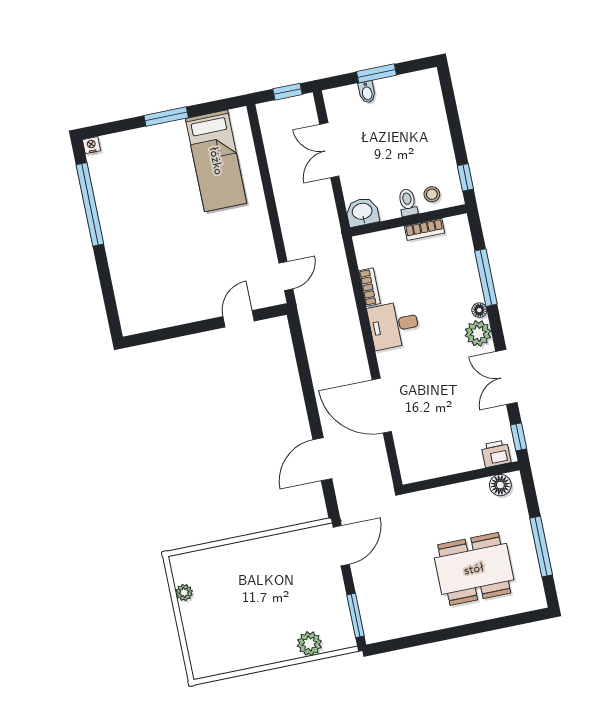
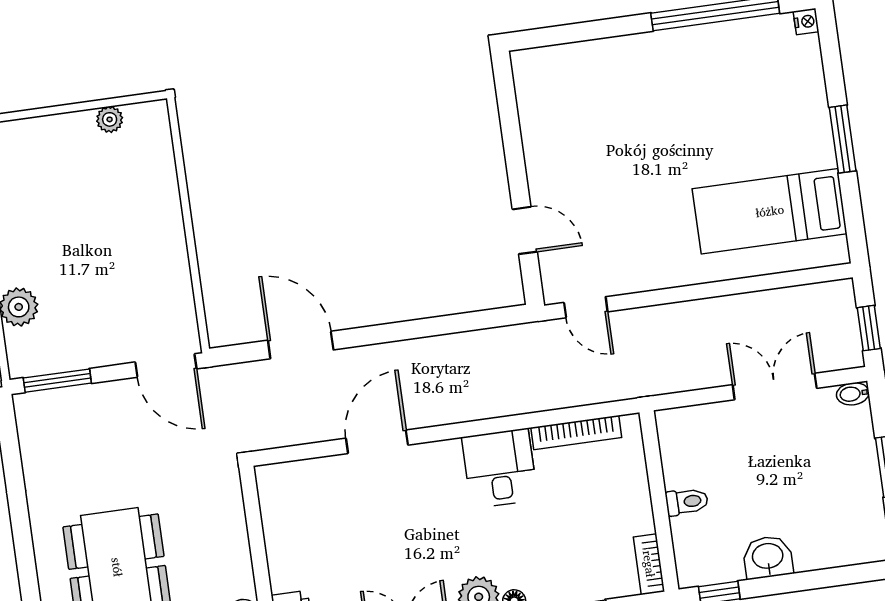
bidet: (367, 92) -> (853, 394), moved
stool: (432, 194) -> (697, 540), removed
washbasin: (362, 212) -> (768, 557), moved, turned -90
bookcase: (424, 229) -> (649, 564), moved
bookcase: (370, 287) -> (576, 432), width x1.56
door: (382, 406) -> (377, 442), width x0.73

